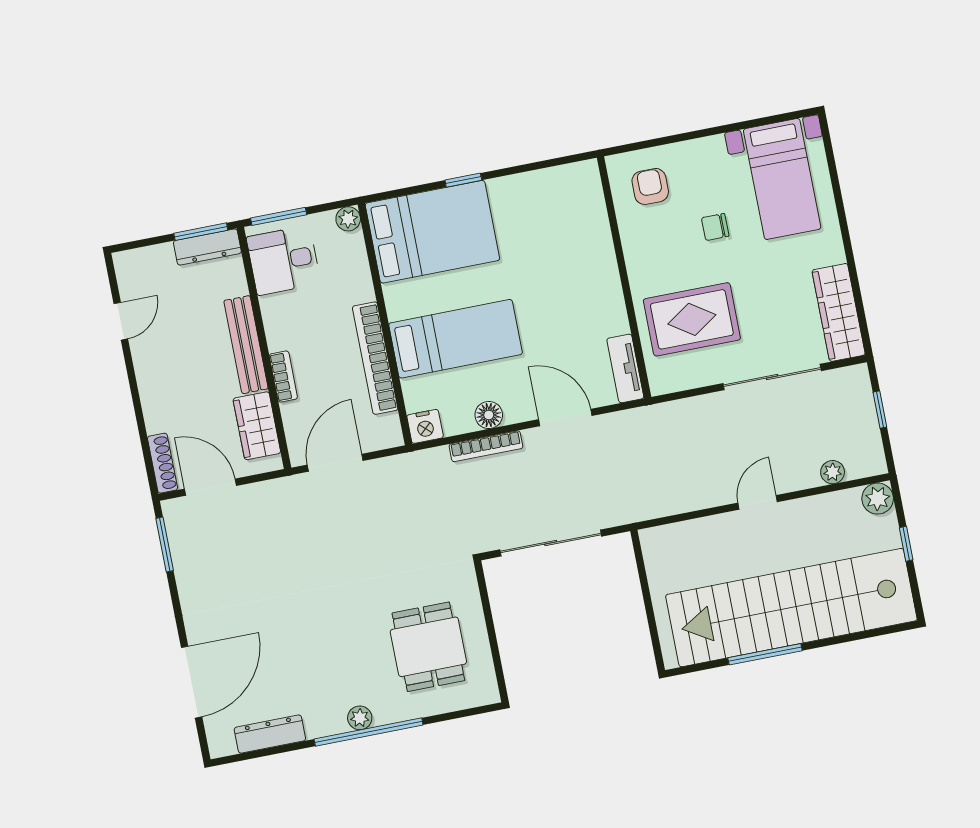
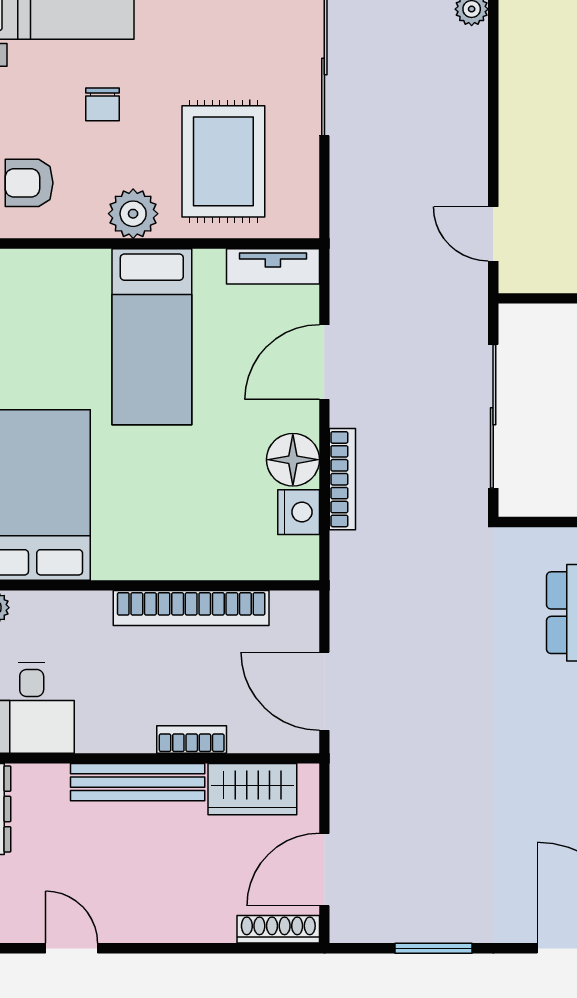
plant: (643, 263) -> (133, 214), added
bed: (456, 339) -> (152, 337), moved, turned 180
floor lamp: (489, 415) -> (293, 460), width x1.38, depth x1.38
nightstand: (425, 426) -> (299, 512), moved
door: (758, 502) -> (493, 234), moved
window: (165, 544) -> (434, 948), moved

